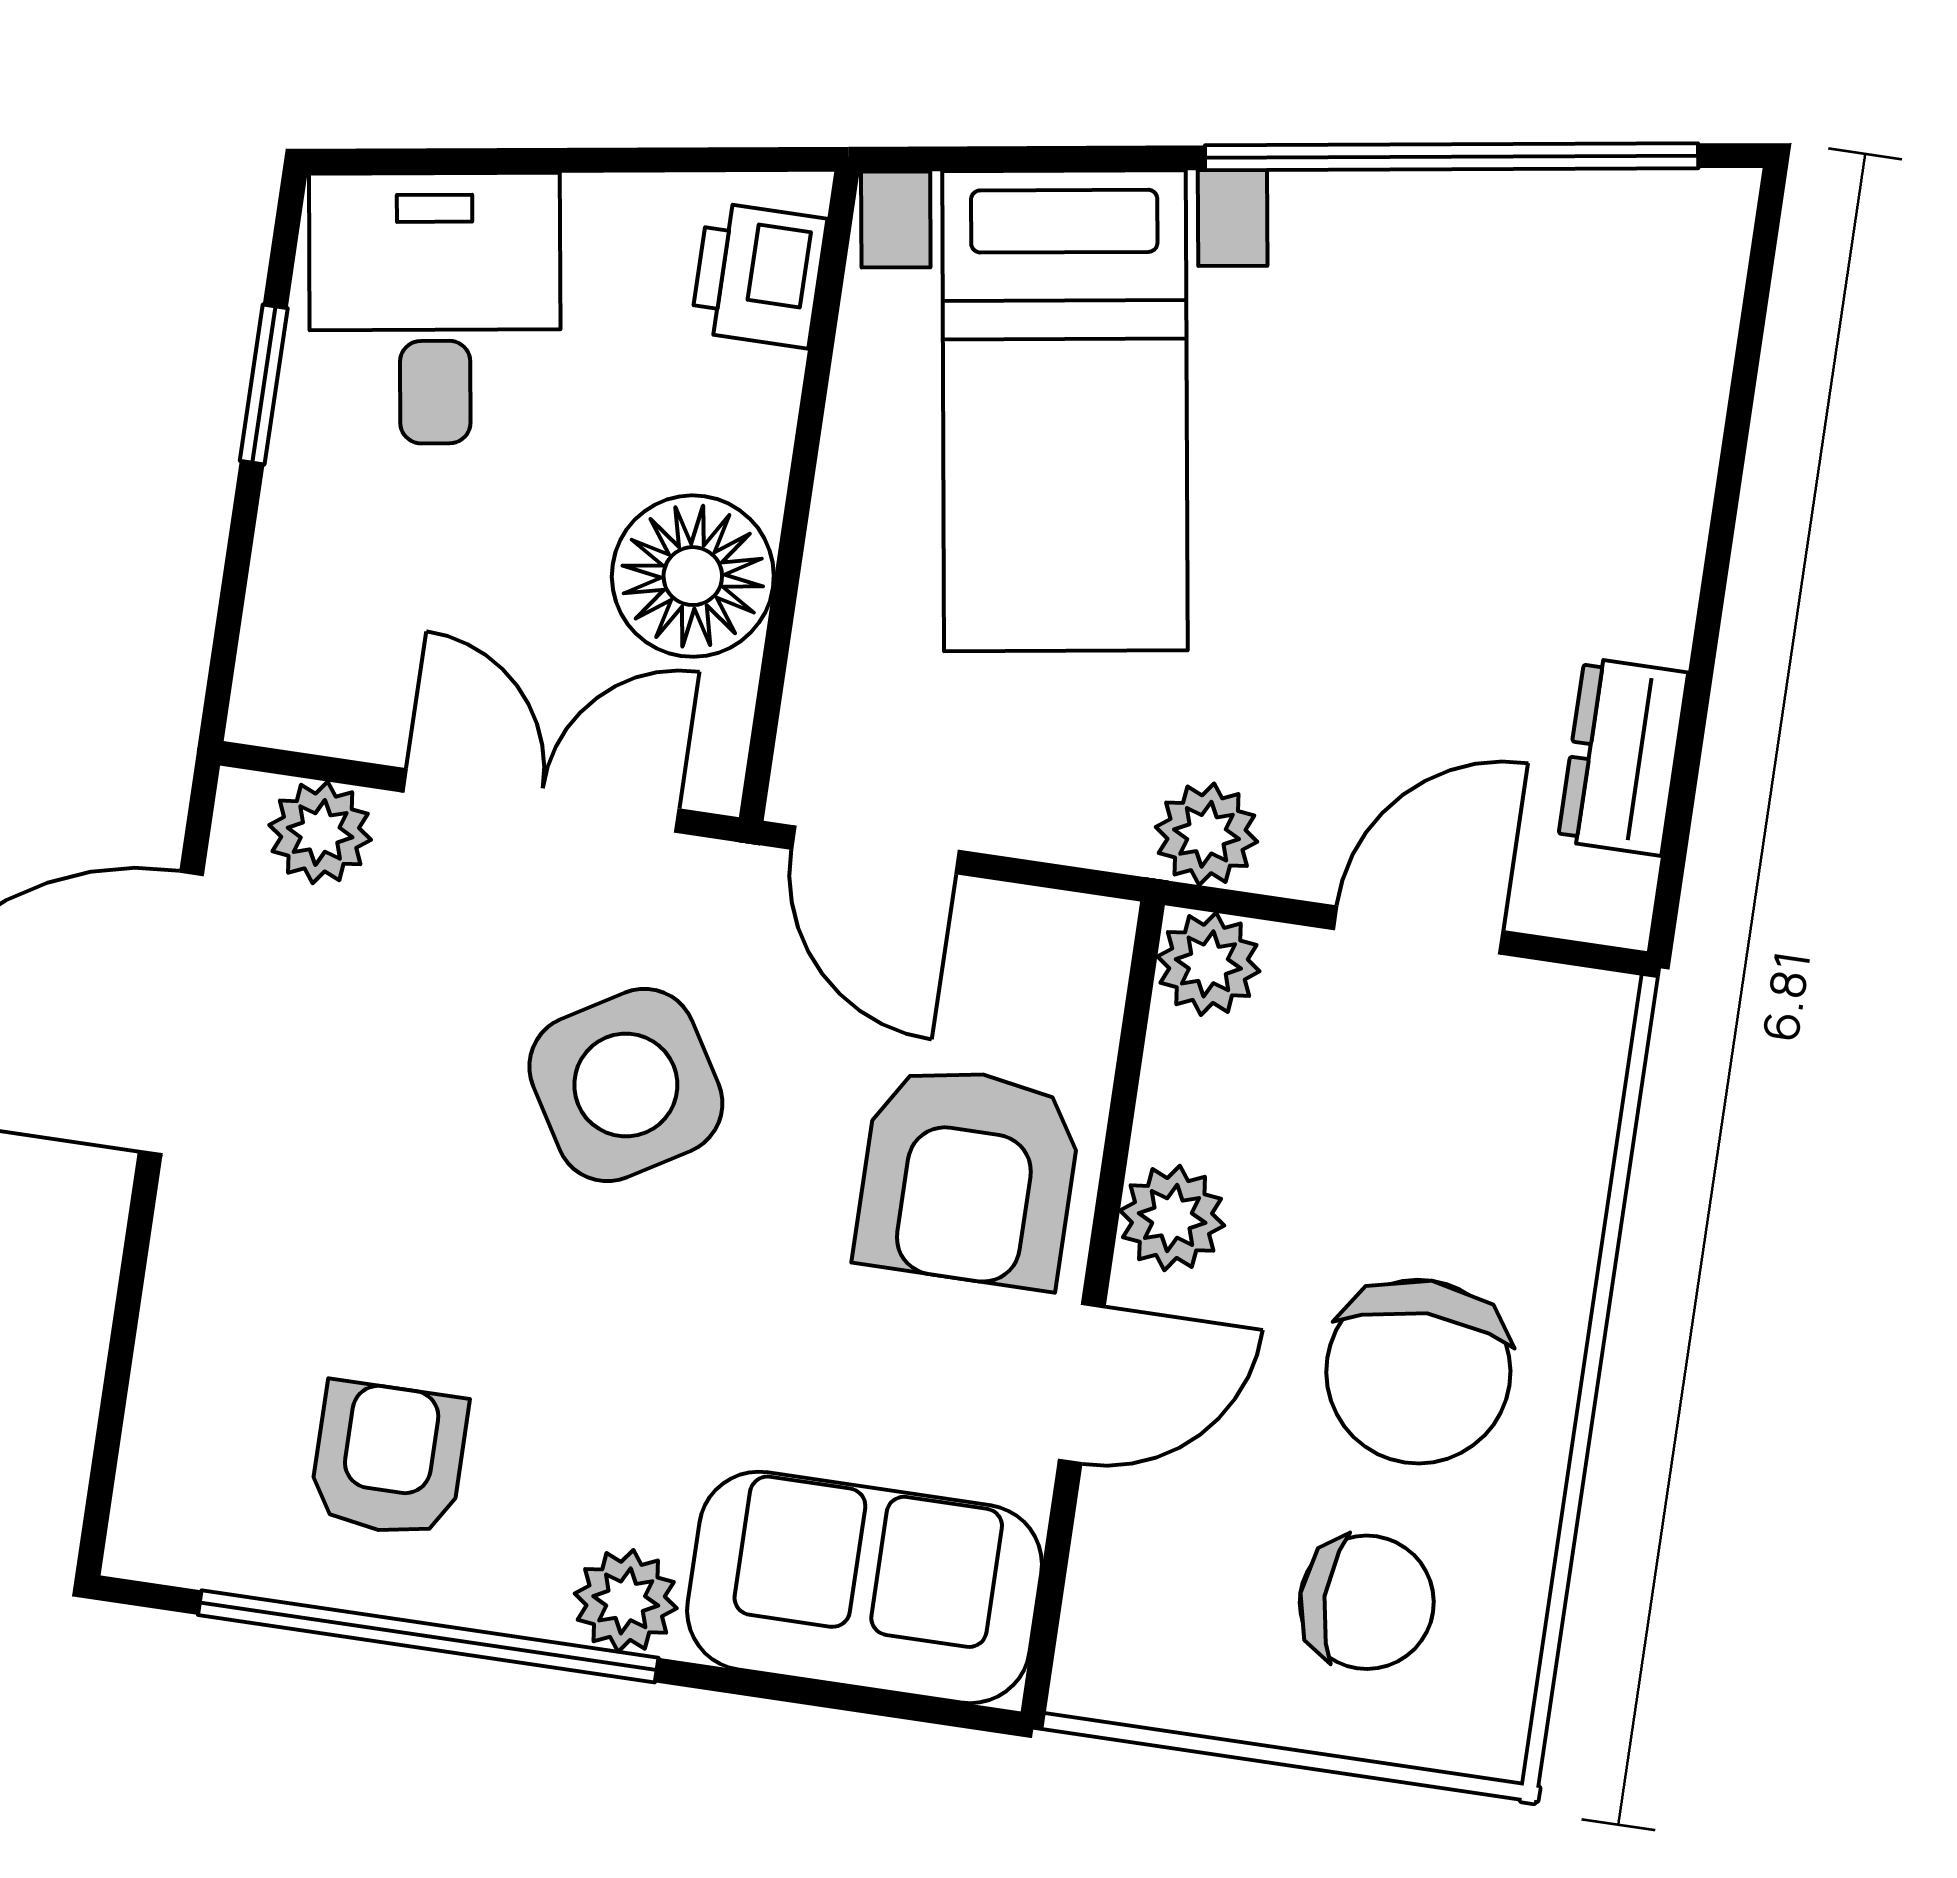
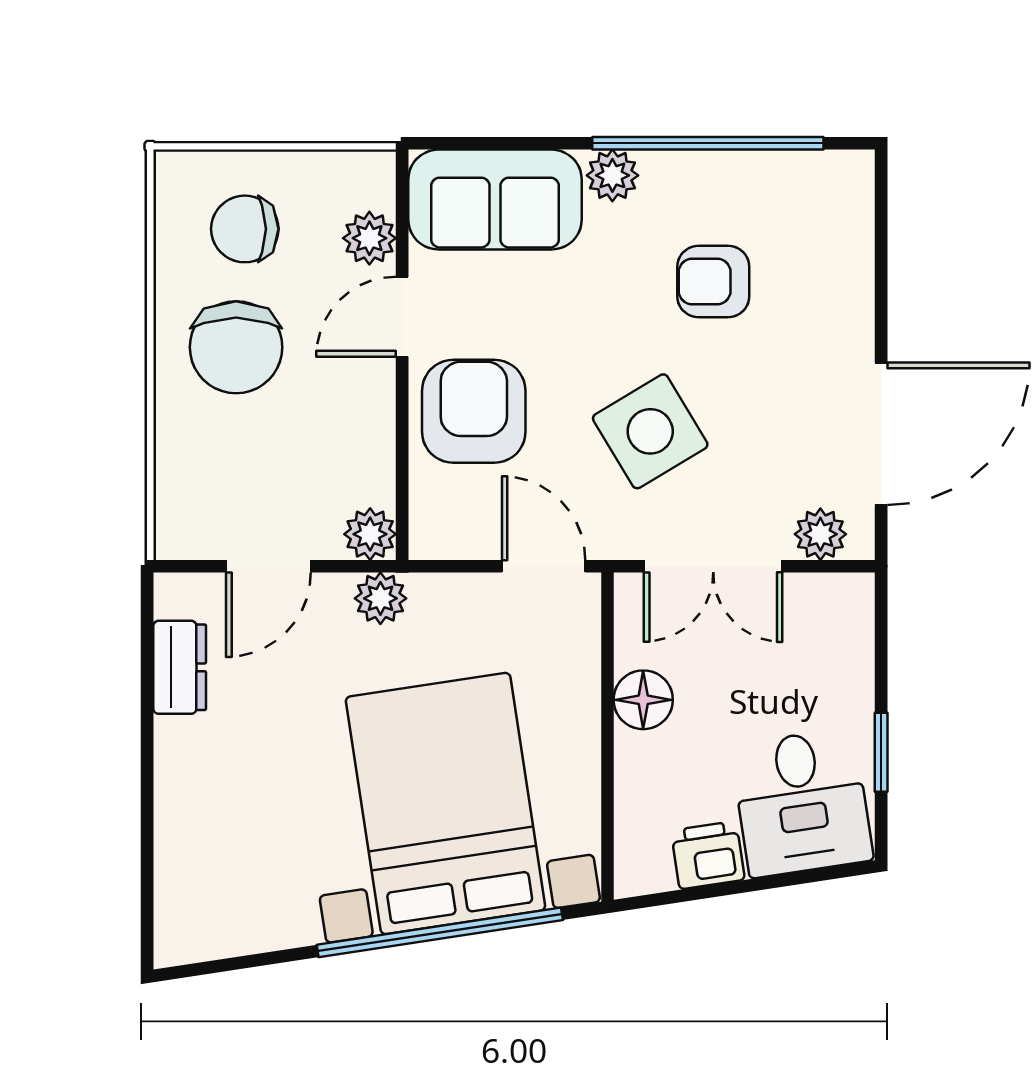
window: (1452, 157) -> (440, 932), moved
printer: (759, 275) -> (708, 855), moved, turned -99
bed with nightstands: (1065, 411) -> (445, 803), width x1.36
floor lamp: (693, 576) -> (643, 700), width x0.73, depth x0.73
plant: (1172, 1218) -> (369, 238), moved
chair: (1418, 1372) -> (236, 347), turned 180
armchair: (389, 1459) -> (713, 281), moved, turned 90

